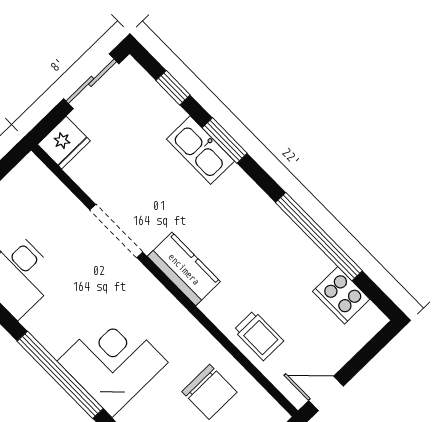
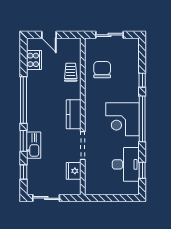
fridge: (64, 143) -> (74, 171), moved, turned -90
window: (319, 237) -> (23, 100), moved
corner desk: (113, 362) -> (122, 119), moved
door: (326, 393) -> (49, 35), moved

